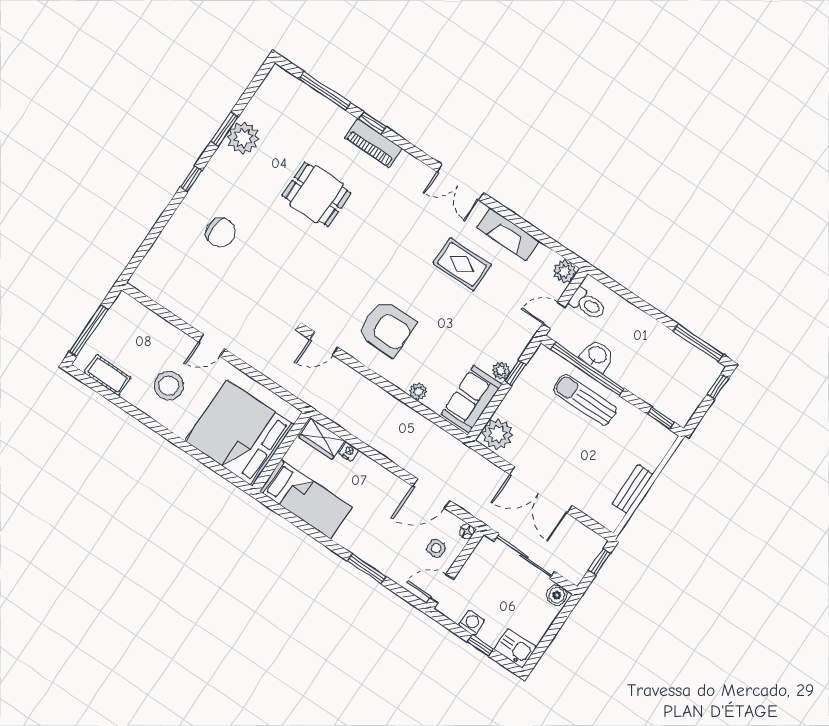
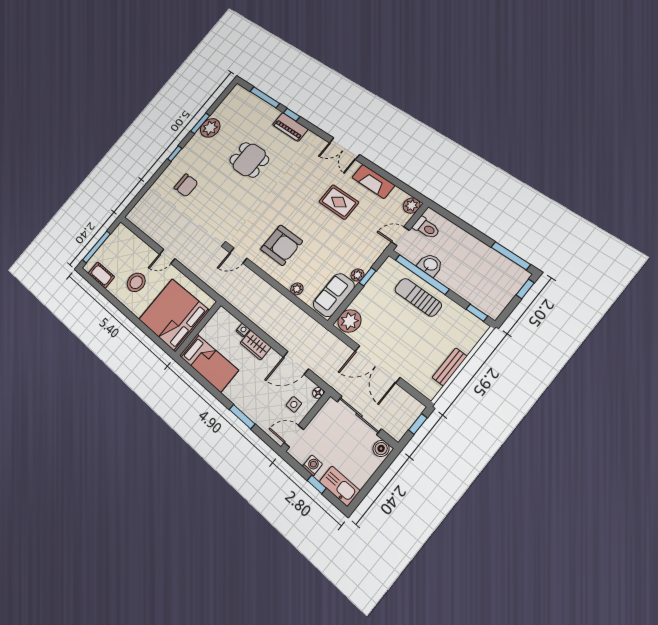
wardrobe: (322, 439) -> (256, 345), moved
kitchen sink: (515, 648) -> (340, 486), width x1.38

